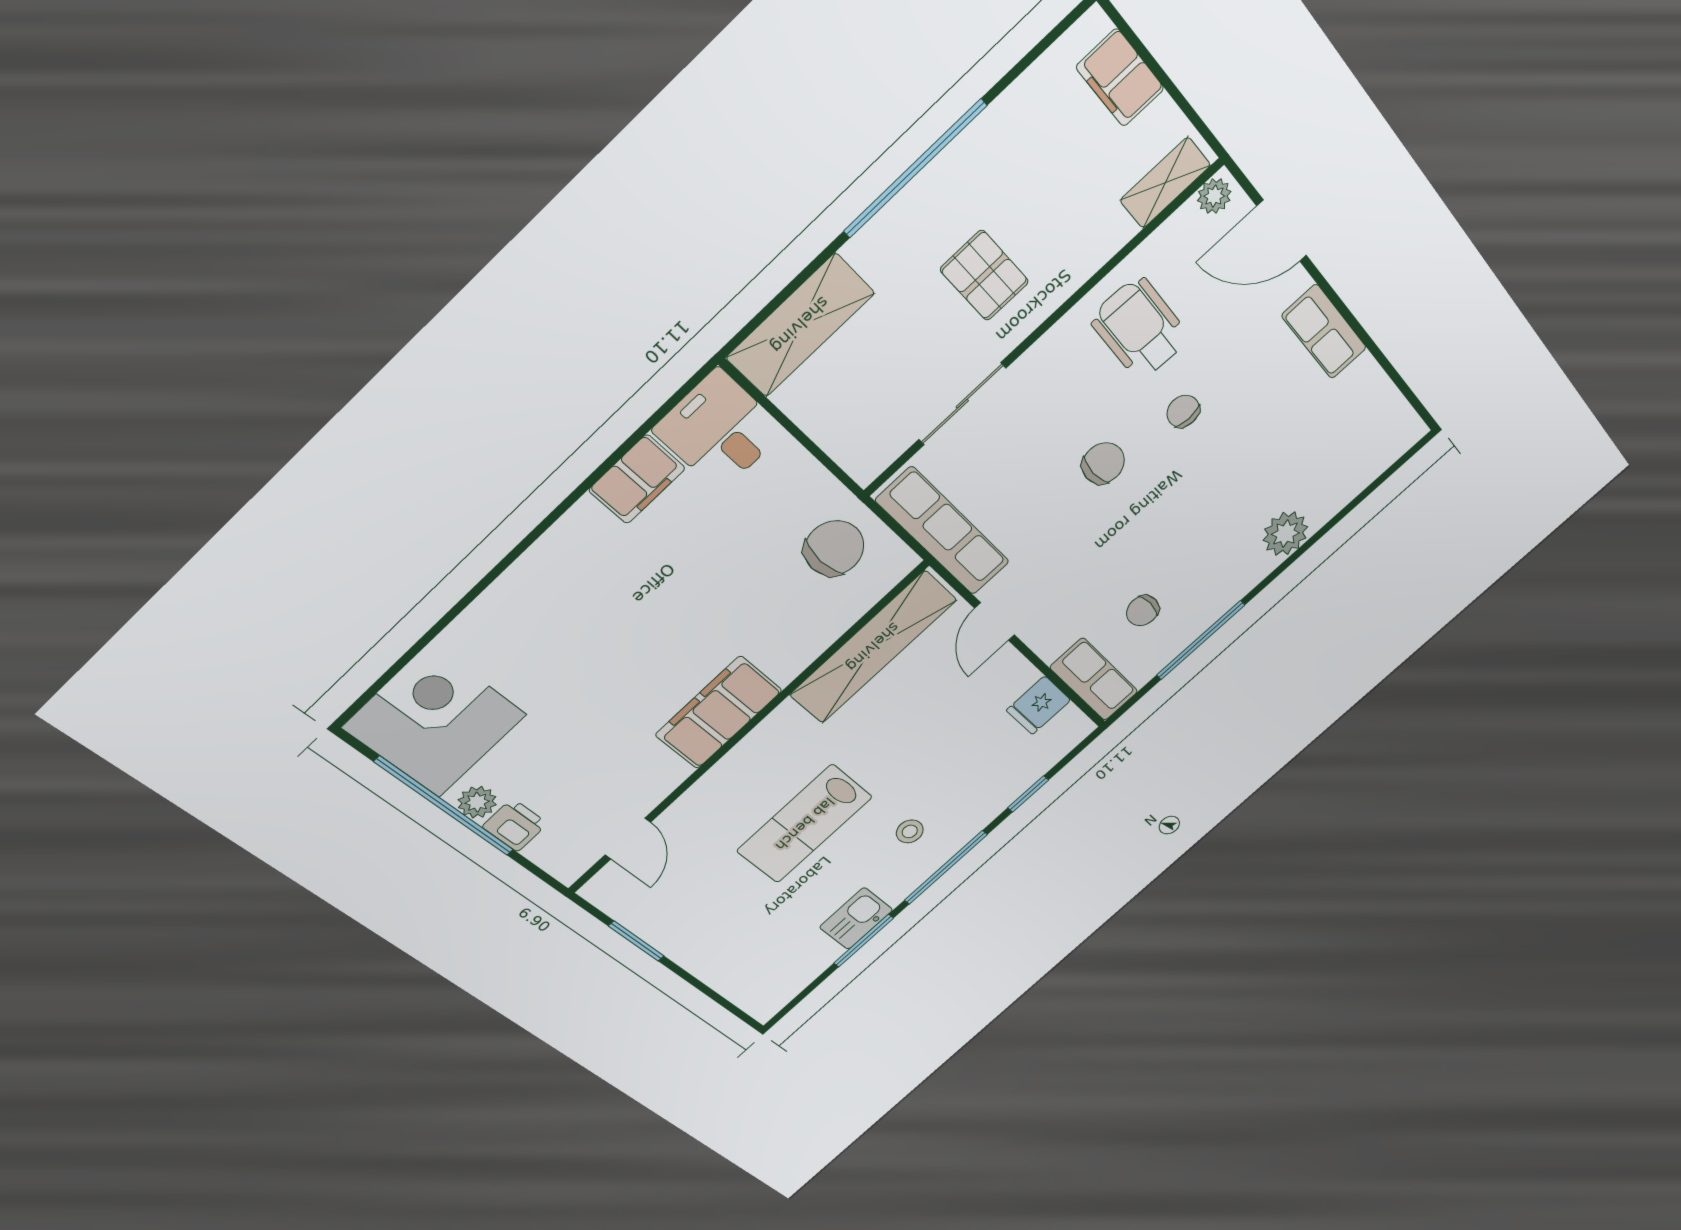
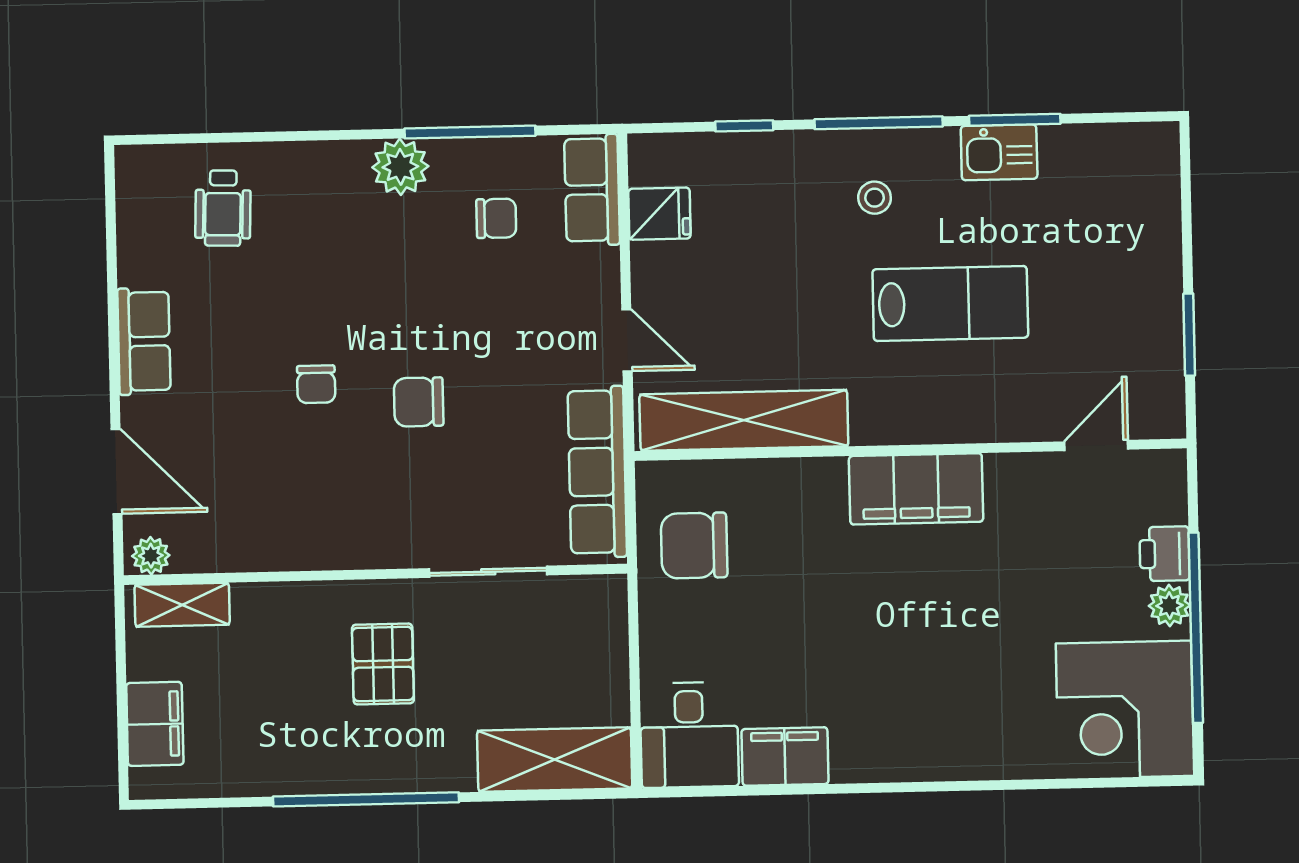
wheelchair: (1140, 328) -> (223, 208), moved, width x0.73, depth x0.73
plant: (1285, 534) -> (400, 167), moved
door: (995, 622) -> (627, 340), hinge flipped

